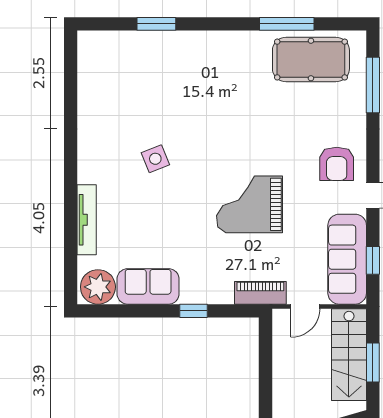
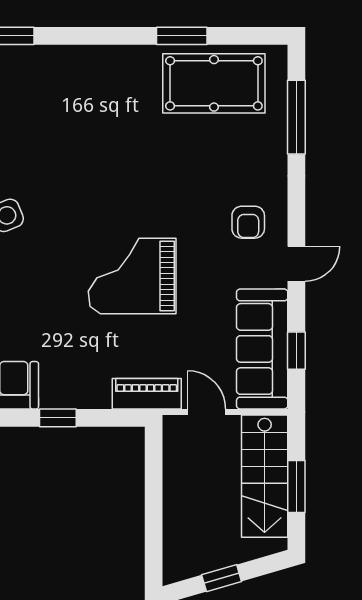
window: (287, 24) -> (182, 36), width x0.69
armchair: (337, 164) -> (248, 222), width x0.72, depth x0.72
door: (305, 307) -> (207, 412), swing flipped

